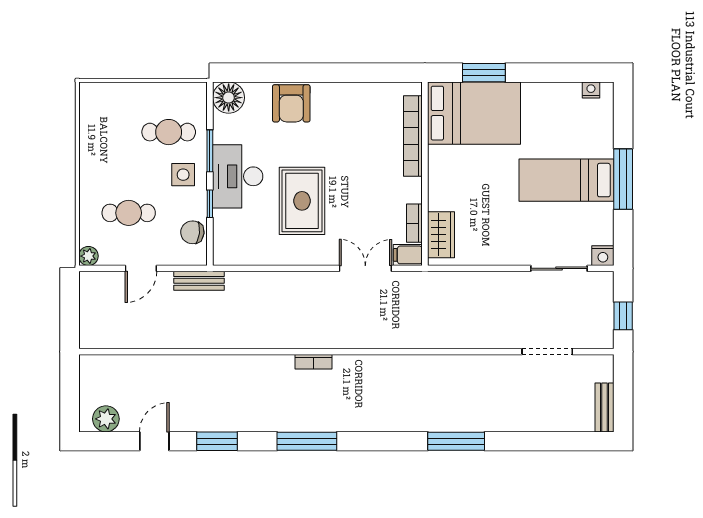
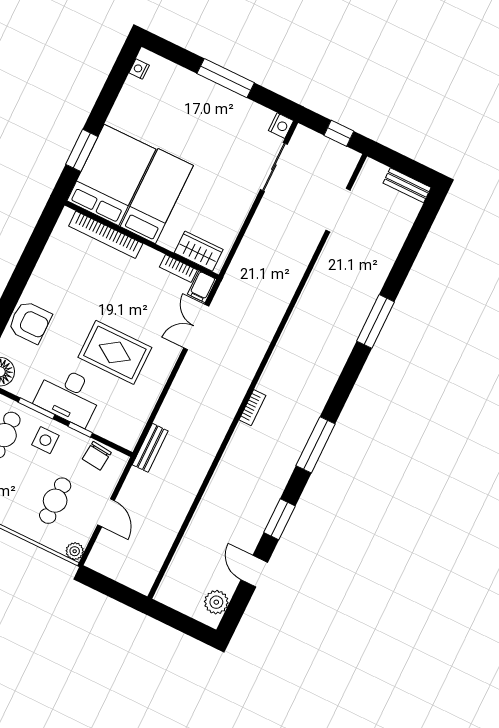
bed: (566, 180) -> (157, 196), moved, turned 180
bench: (199, 281) -> (150, 448), moved

